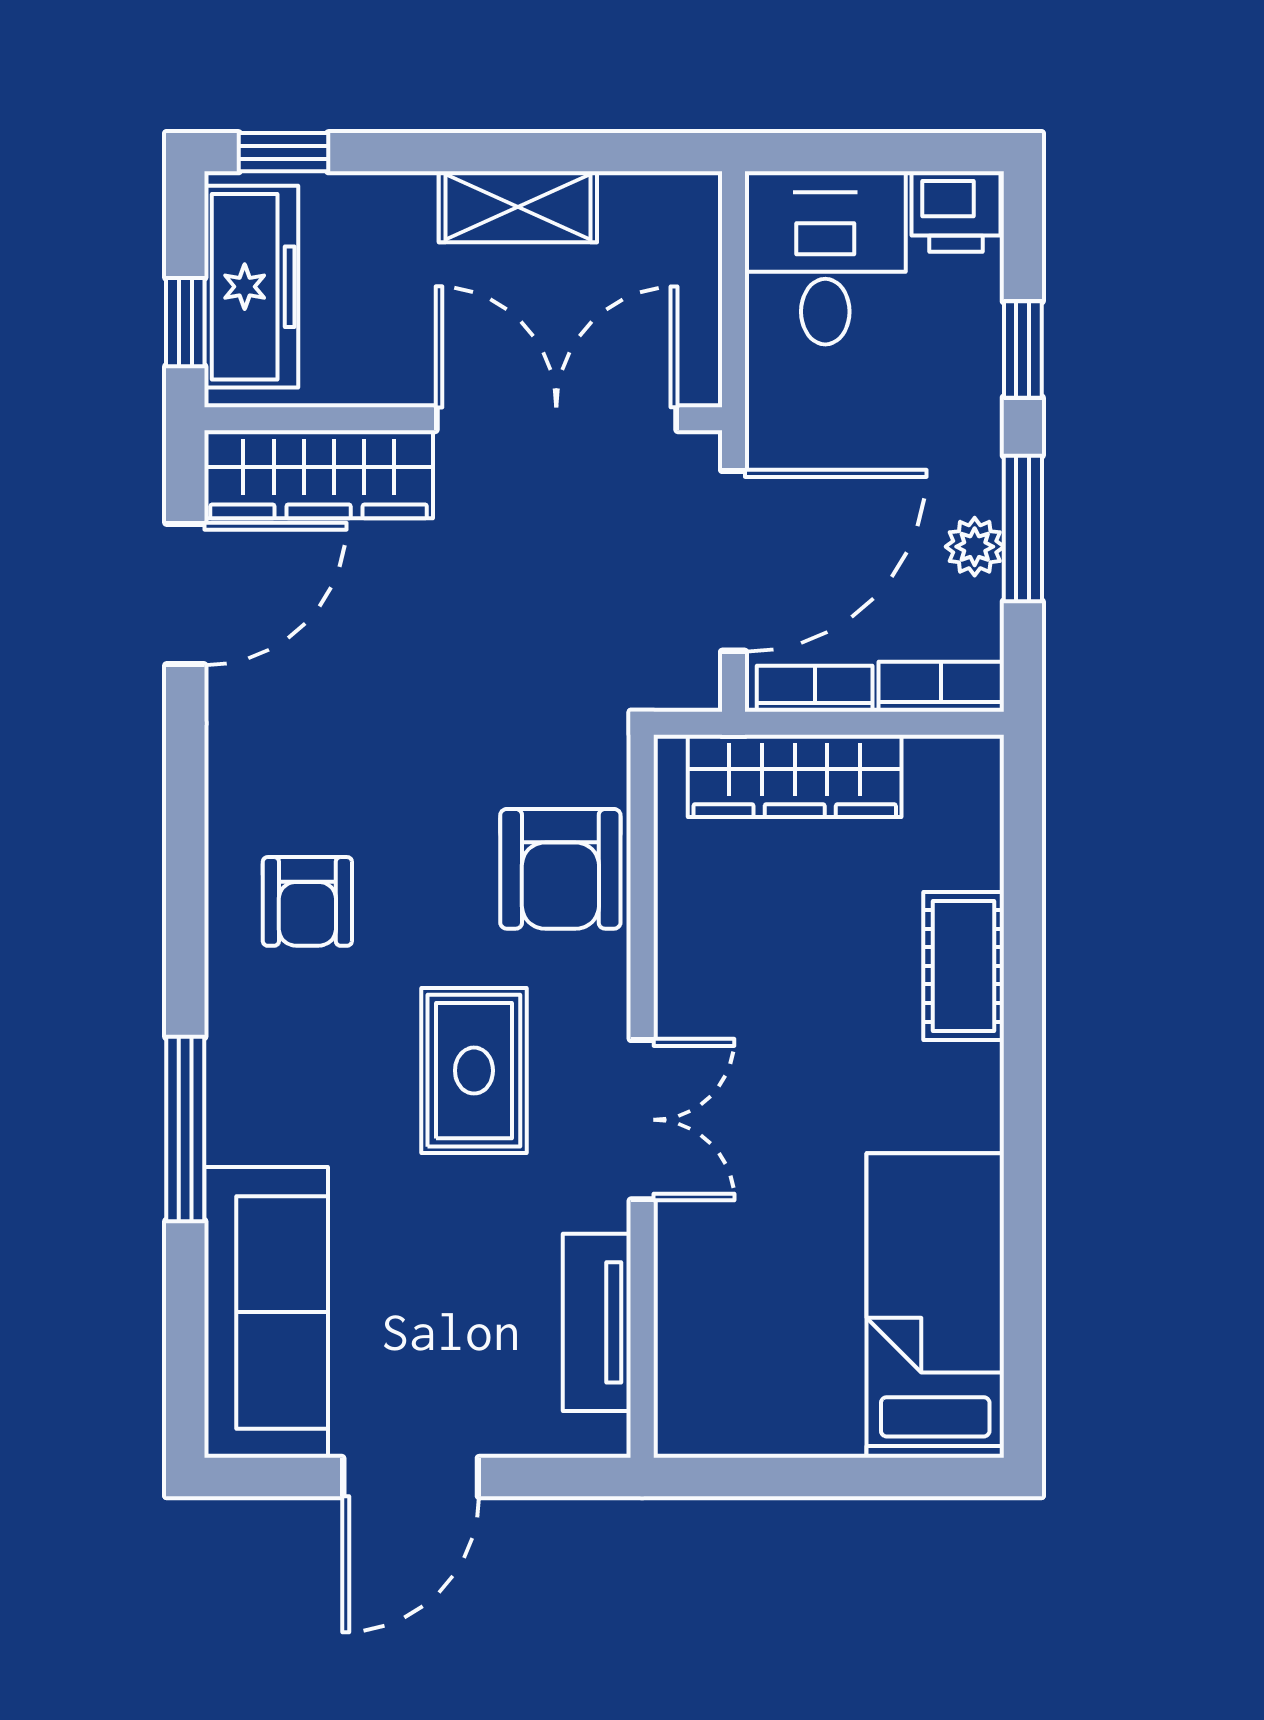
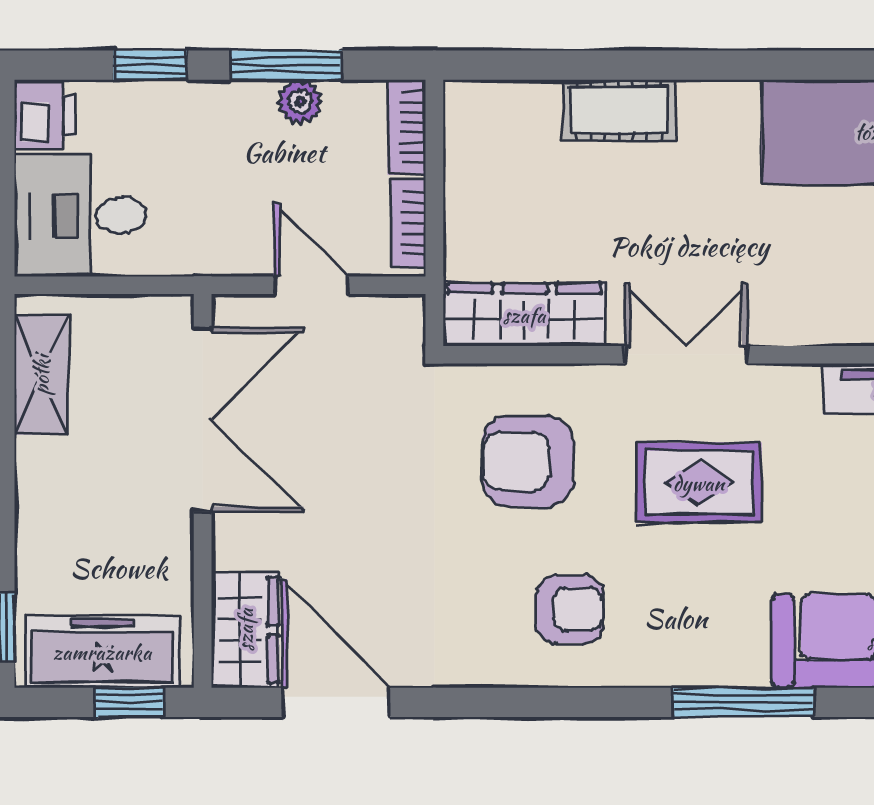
shelving: (518, 207) -> (41, 375), moved
double door: (556, 419) -> (203, 420), swing flipped
wardrobe: (319, 474) -> (245, 630), width x0.67
door: (733, 561) -> (311, 285), width x0.53
wardrobe: (795, 776) -> (524, 315), moved, turned -90
armchair: (560, 869) -> (527, 461), moved, turned 180
double door: (642, 1120) -> (686, 355), moved

